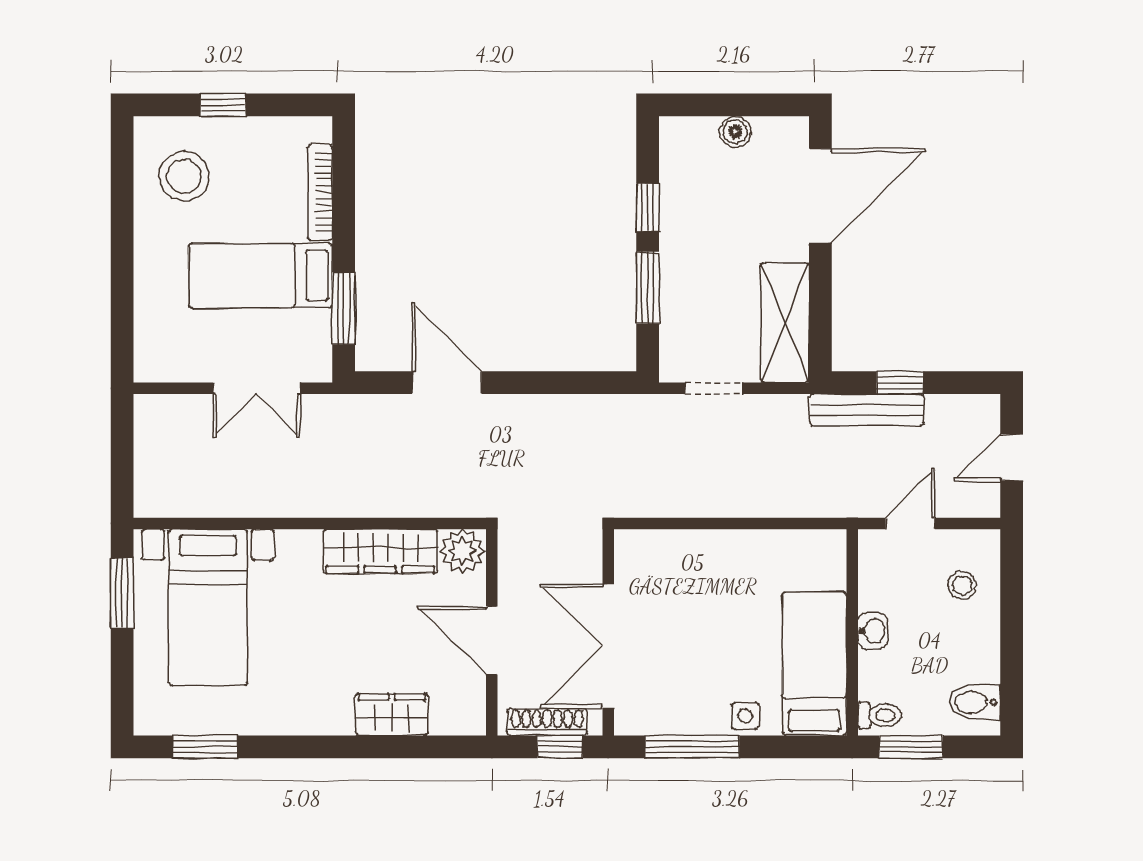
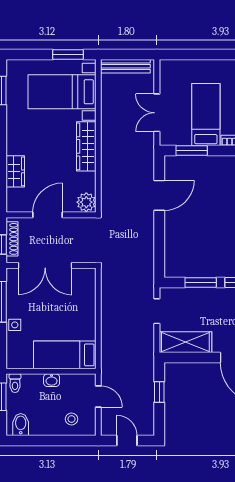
bench: (867, 410) -> (125, 66), moved, turned 90
wardrobe: (380, 551) -> (86, 146), moved
double door: (608, 646) -> (45, 265), swing flipped
bed: (814, 664) -> (65, 355), moved, turned 180

